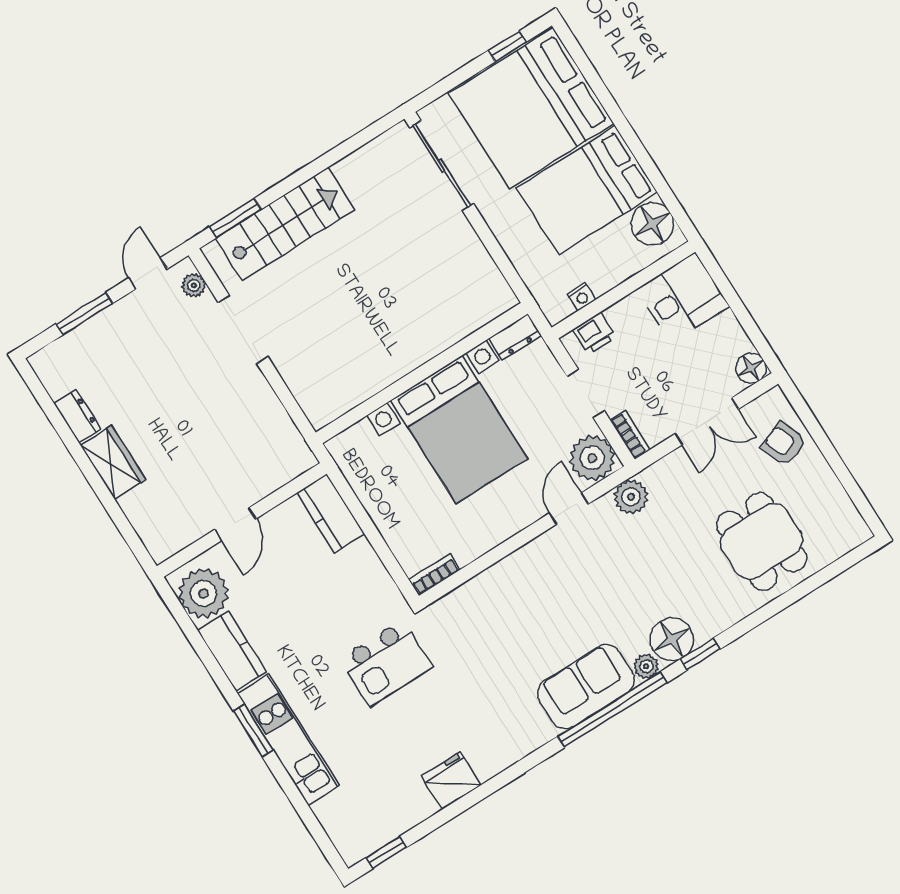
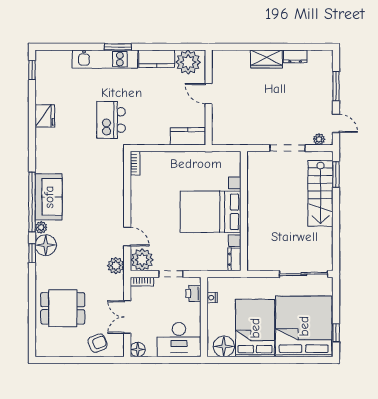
desk: (683, 298) -> (179, 340), width x1.37
dresser: (515, 337) -> (234, 259), moved
wall: (422, 373) -> (244, 211), moved
bed with nightstands: (459, 429) -> (211, 212), moved

